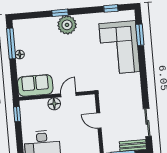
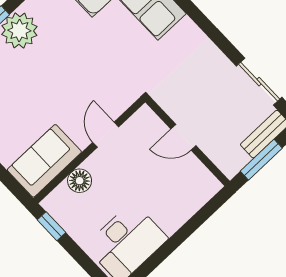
floor lamp: (54, 104) -> (80, 181), moved

